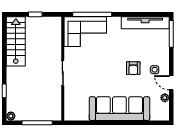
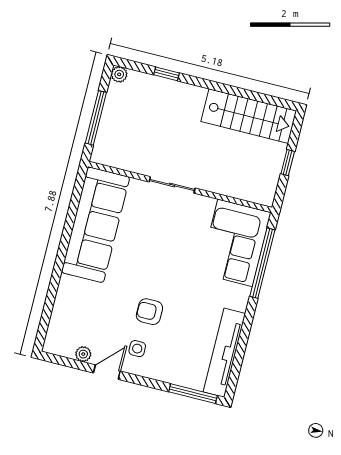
sofa: (119, 109) -> (95, 225), moved

